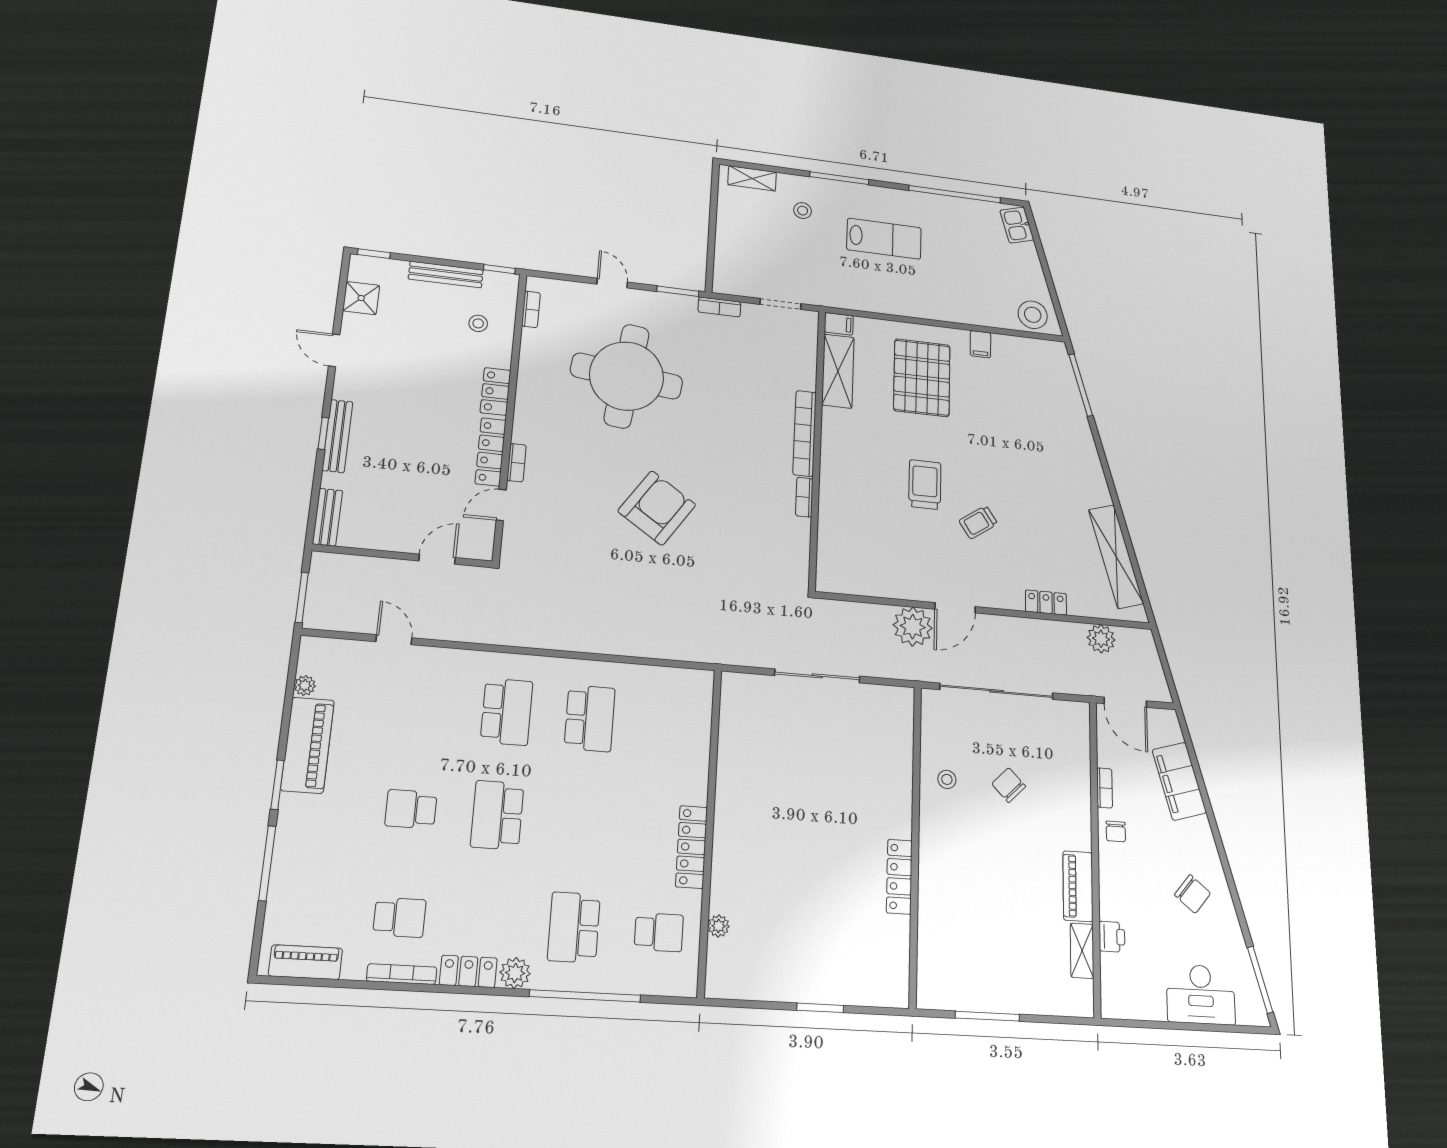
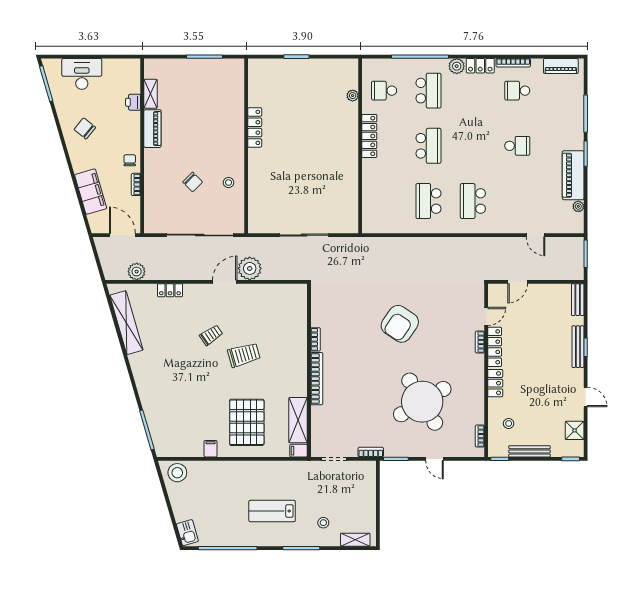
round table: (627, 376) -> (422, 402), turned -38
trolley: (925, 485) -> (244, 355), turned -106
school desk: (497, 815) -> (428, 146), moved

